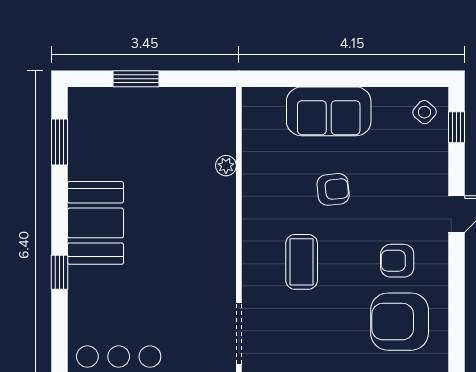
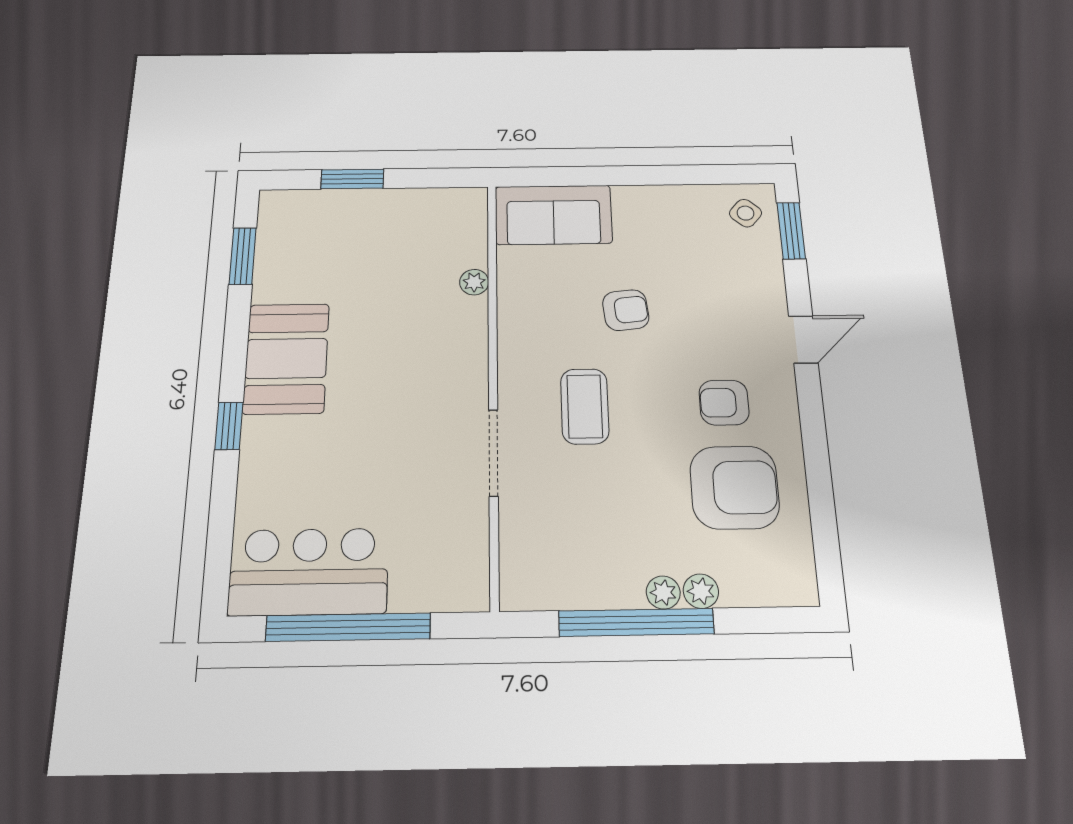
sofa: (329, 111) -> (553, 215), moved
window: (456, 127) -> (791, 231), width x1.50
armchair: (400, 322) -> (735, 487), turned 180
doorway: (239, 334) -> (493, 453), moved

